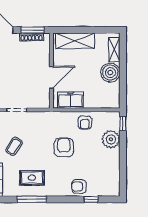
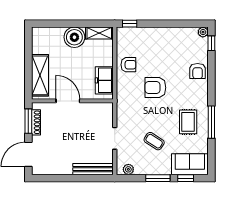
shelving: (114, 50) -> (99, 33), moved
door: (51, 77) -> (68, 101), moved
plant: (111, 139) -> (203, 32), moved, width x0.53, depth x0.53
window: (91, 199) -> (211, 43), moved

